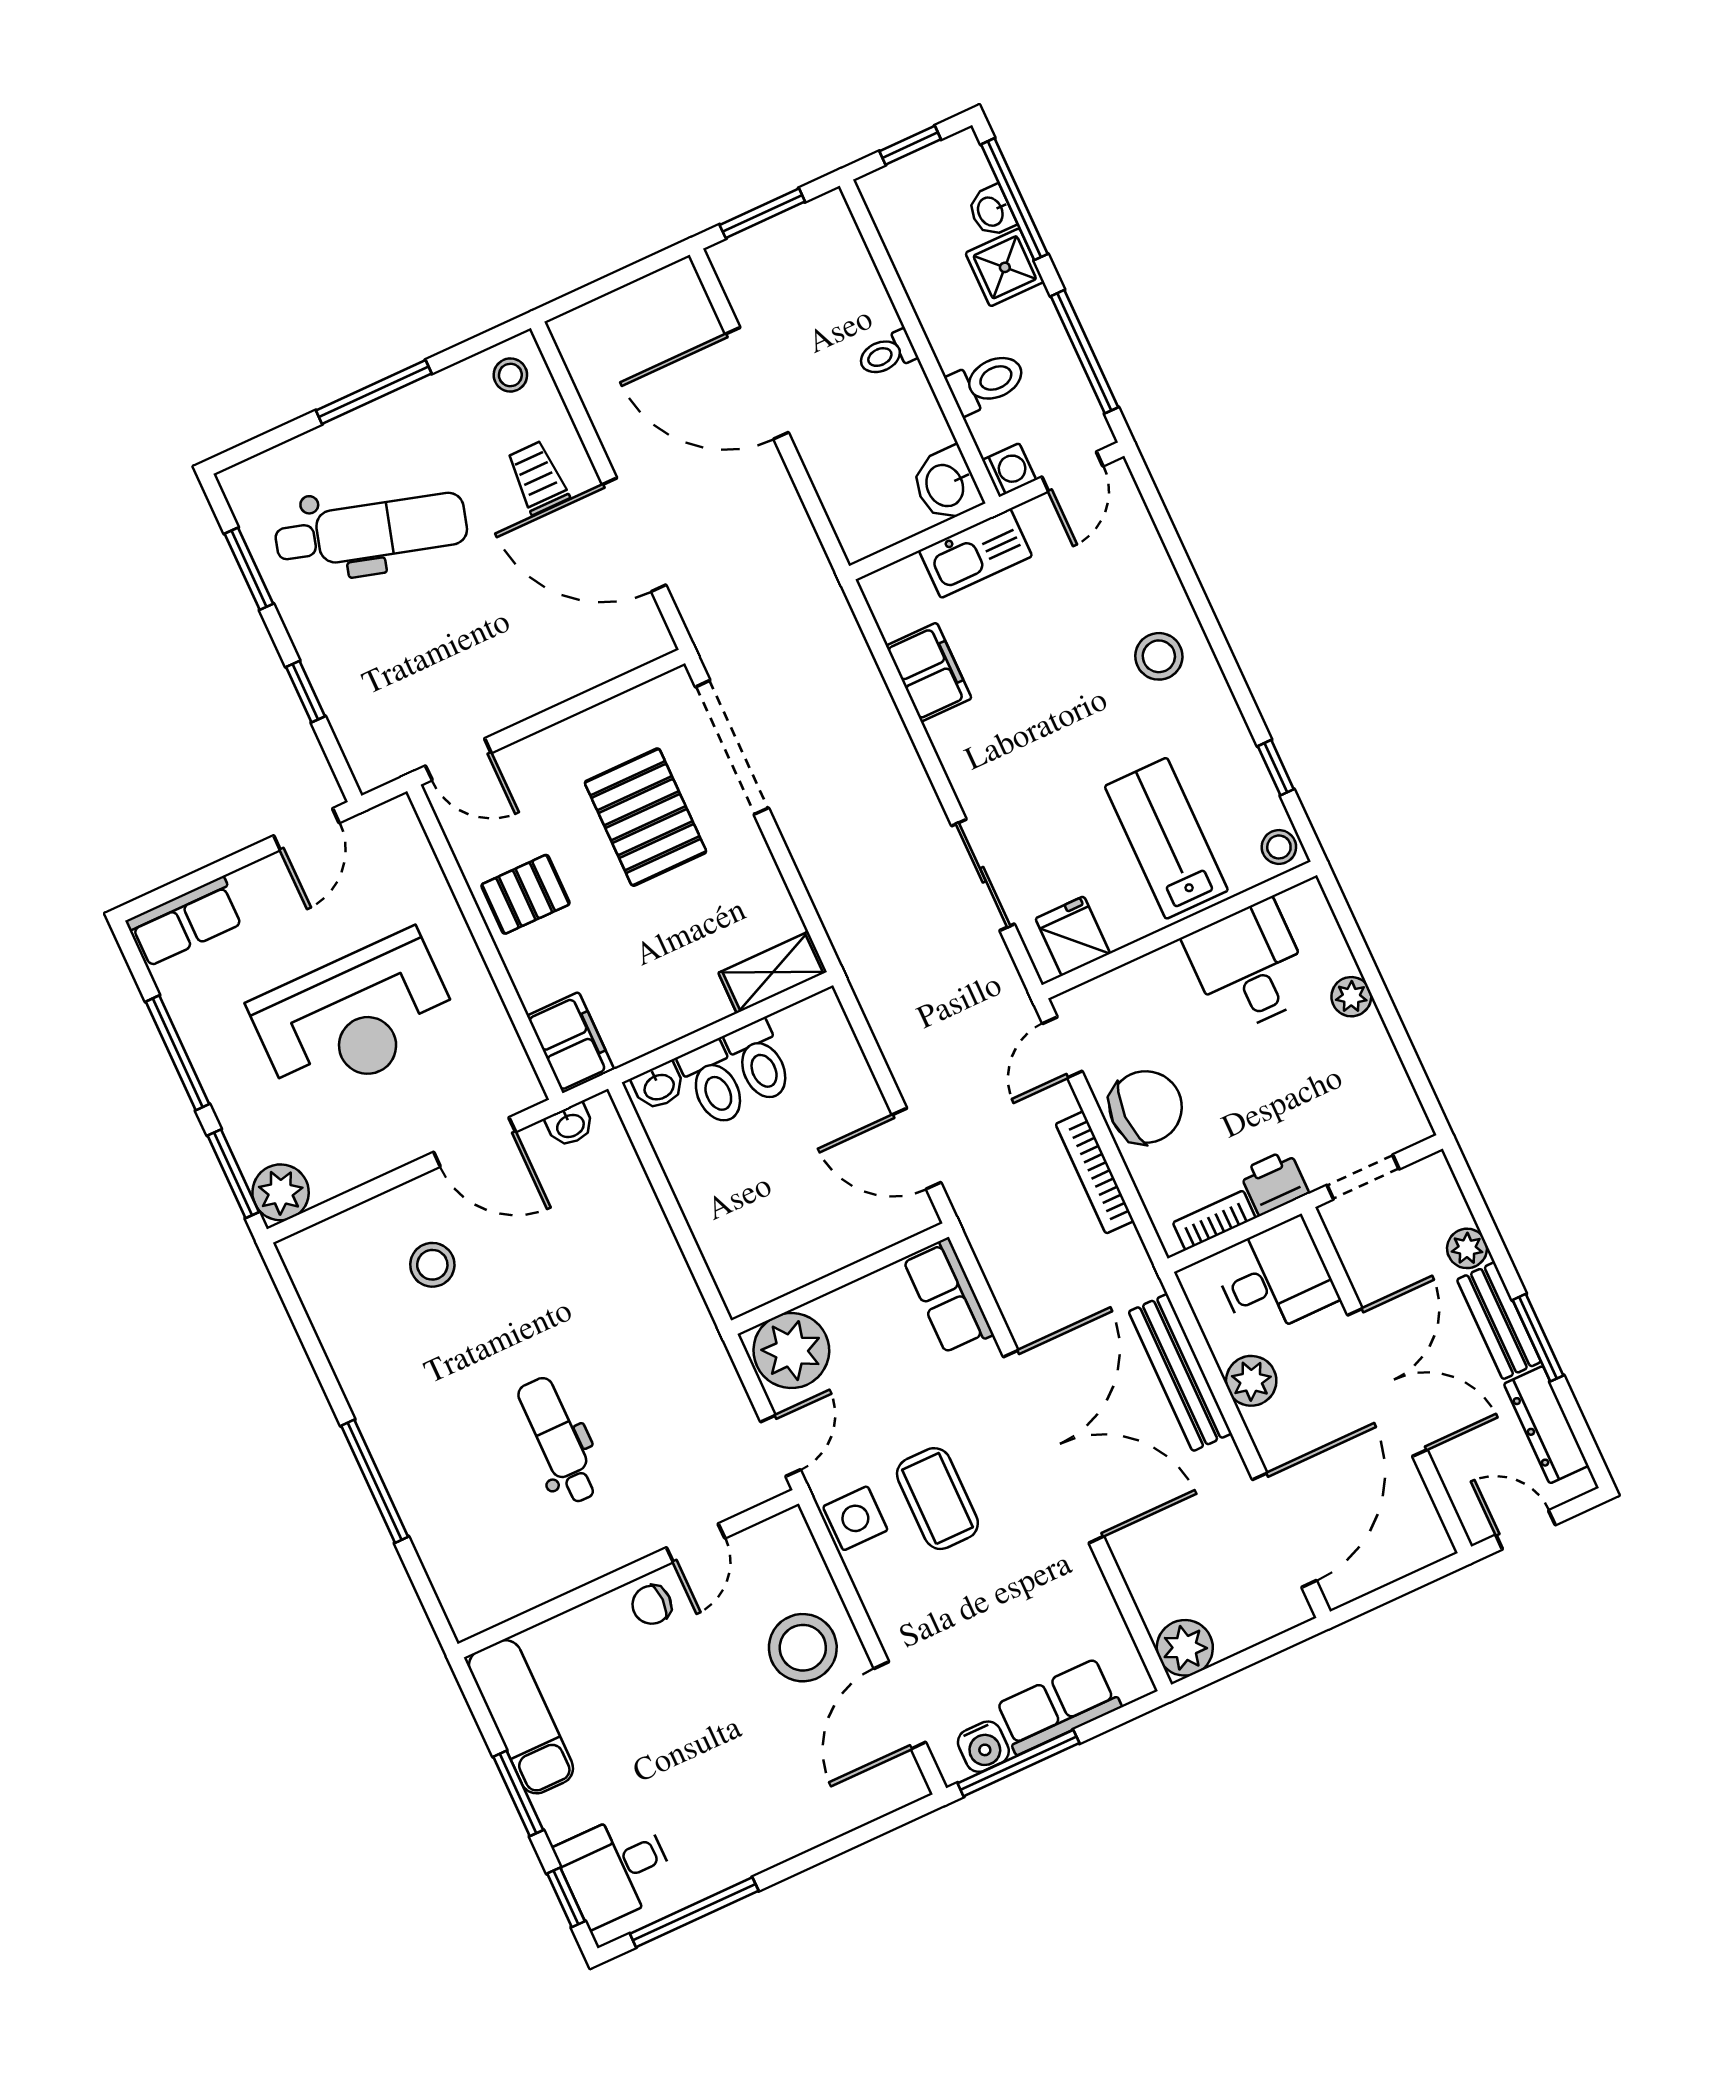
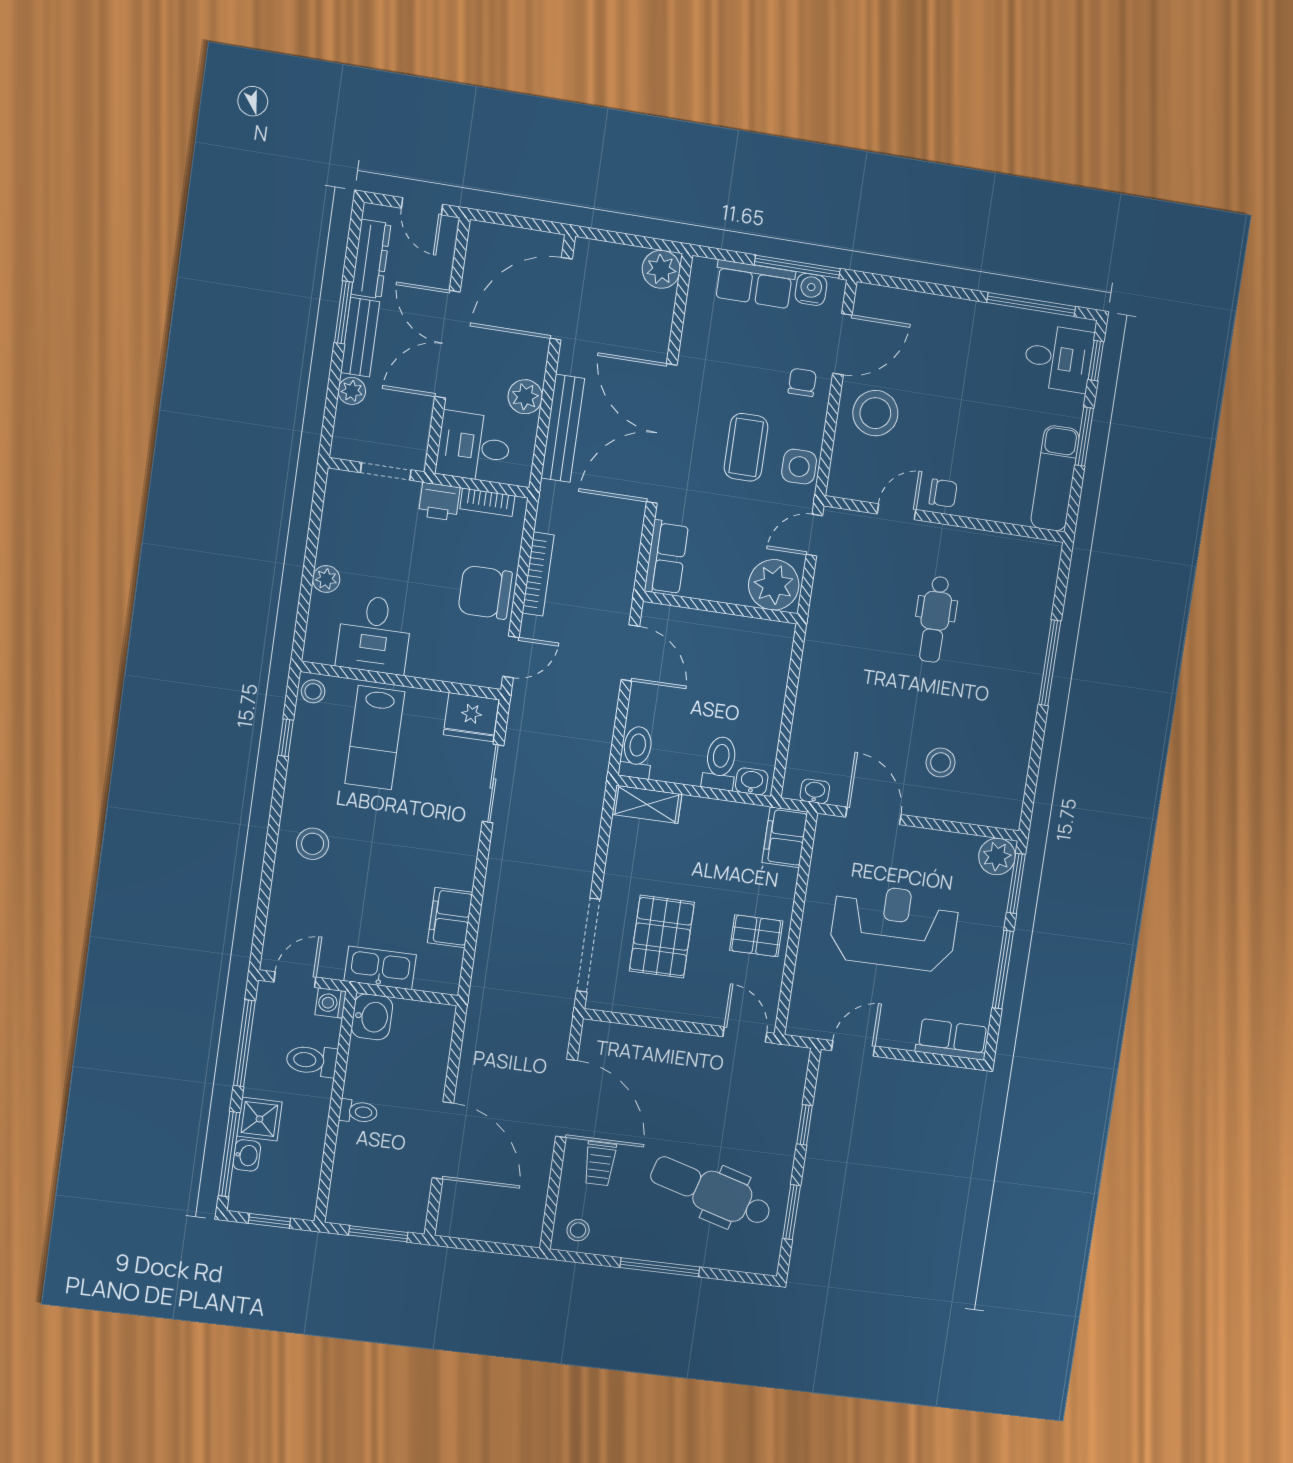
fridge: (1073, 936) -> (471, 717), width x1.38
toilet: (760, 1061) -> (637, 752), moved
chair: (920, 1625) -> (802, 382), added

